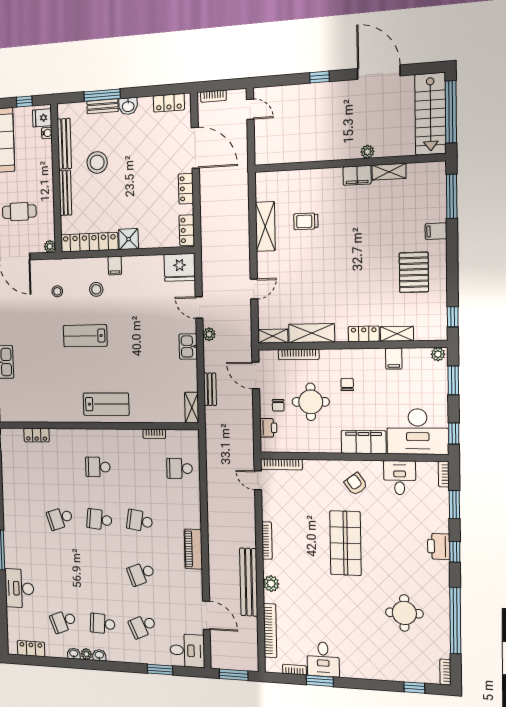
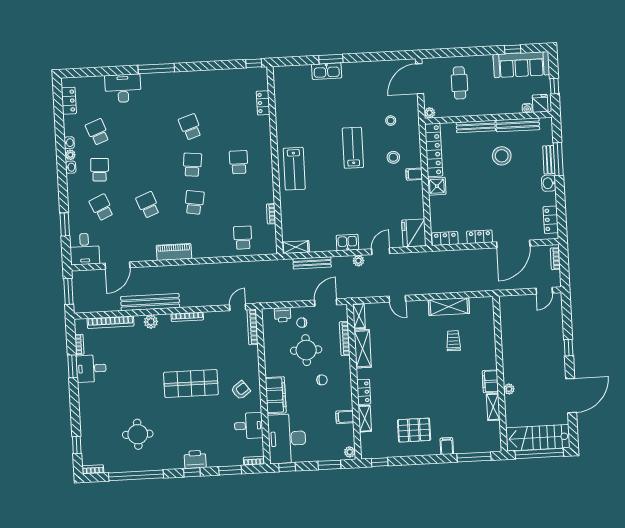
bench: (210, 389) -> (312, 263), width x1.36

